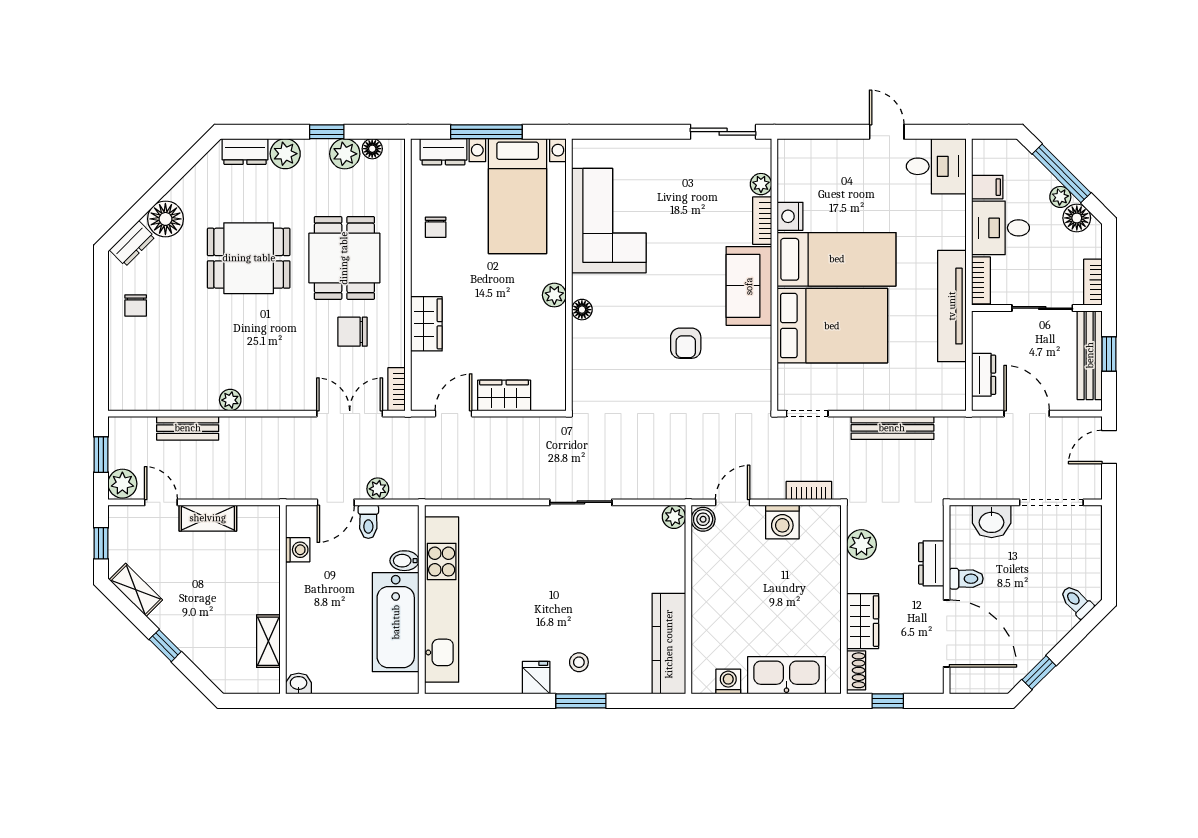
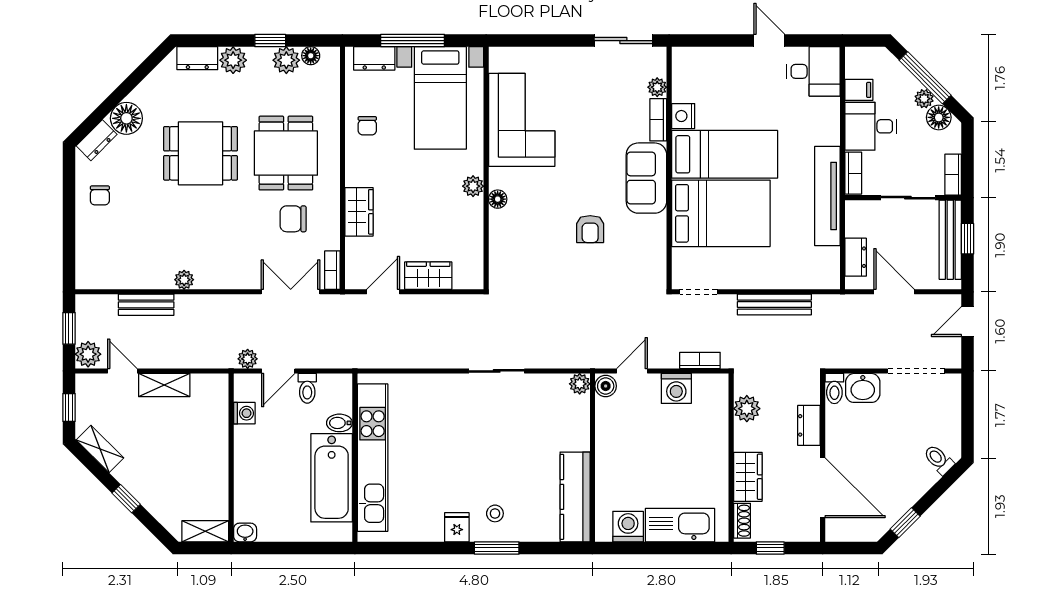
plant: (378, 489) -> (248, 359), moved
toilet: (966, 579) -> (834, 389), moved, turned 90
shelving: (268, 641) -> (205, 531), moved, turned 90
washing machine: (728, 682) -> (628, 527), width x1.38, depth x1.38

